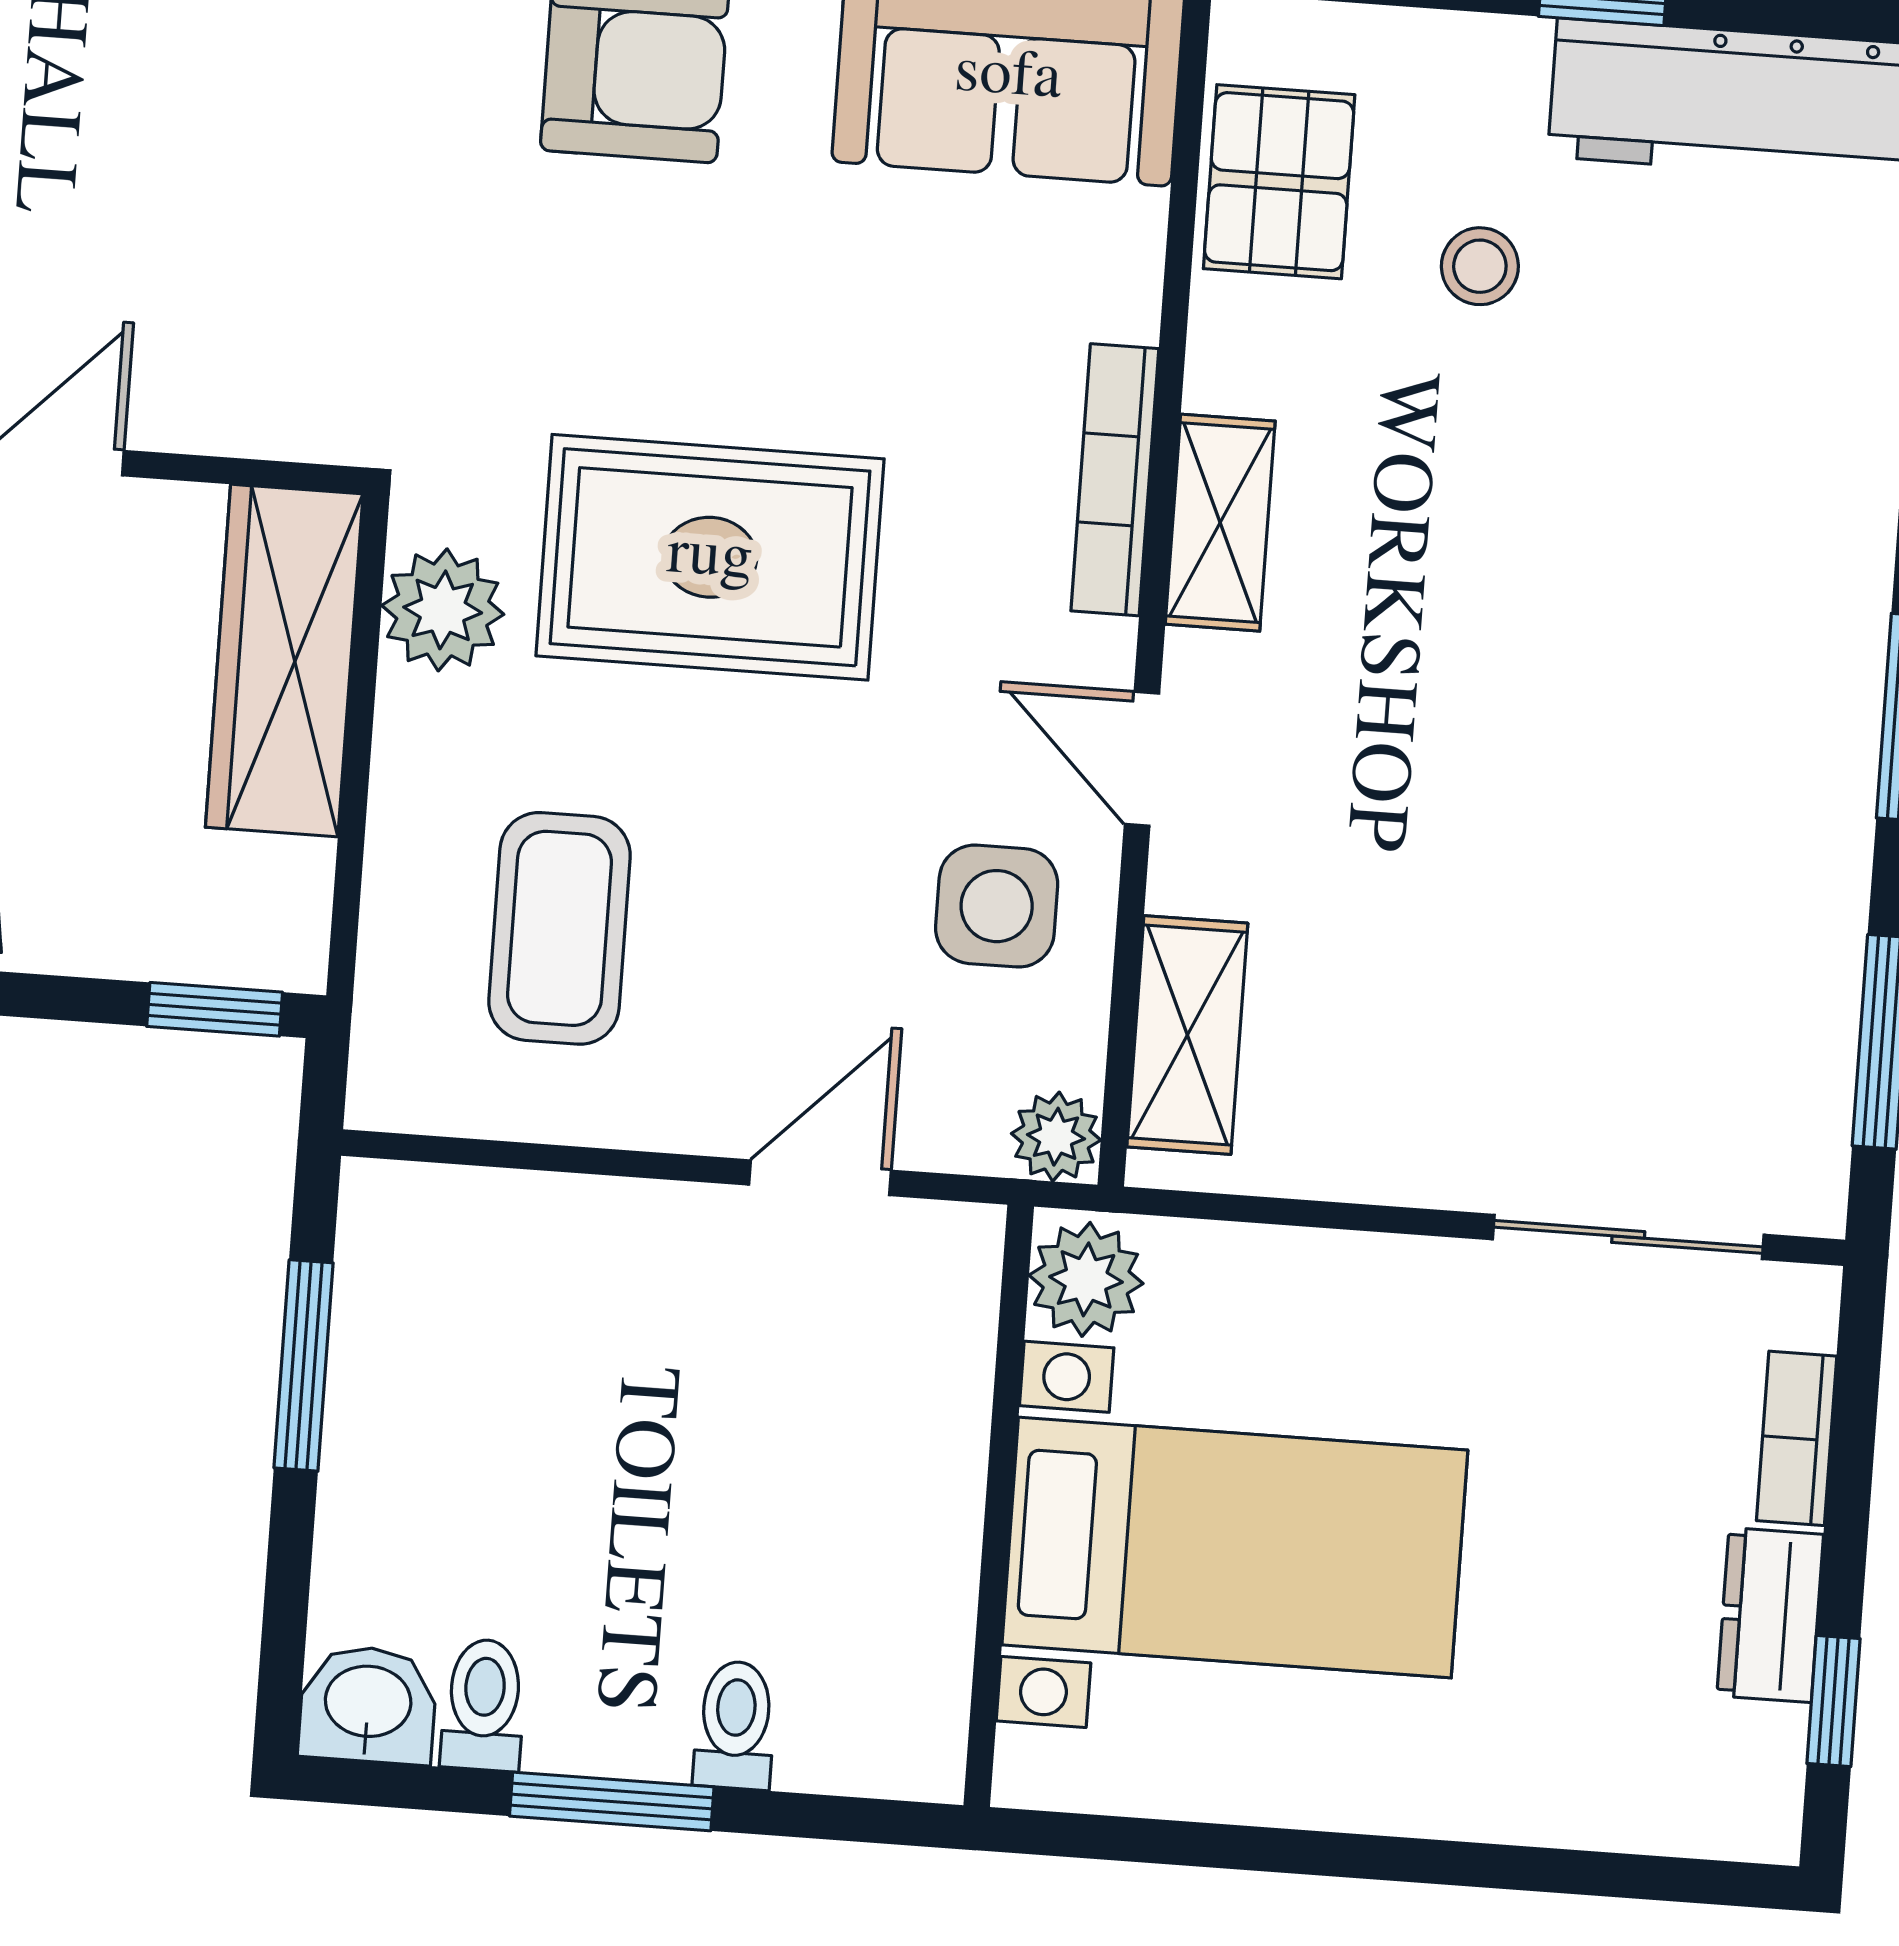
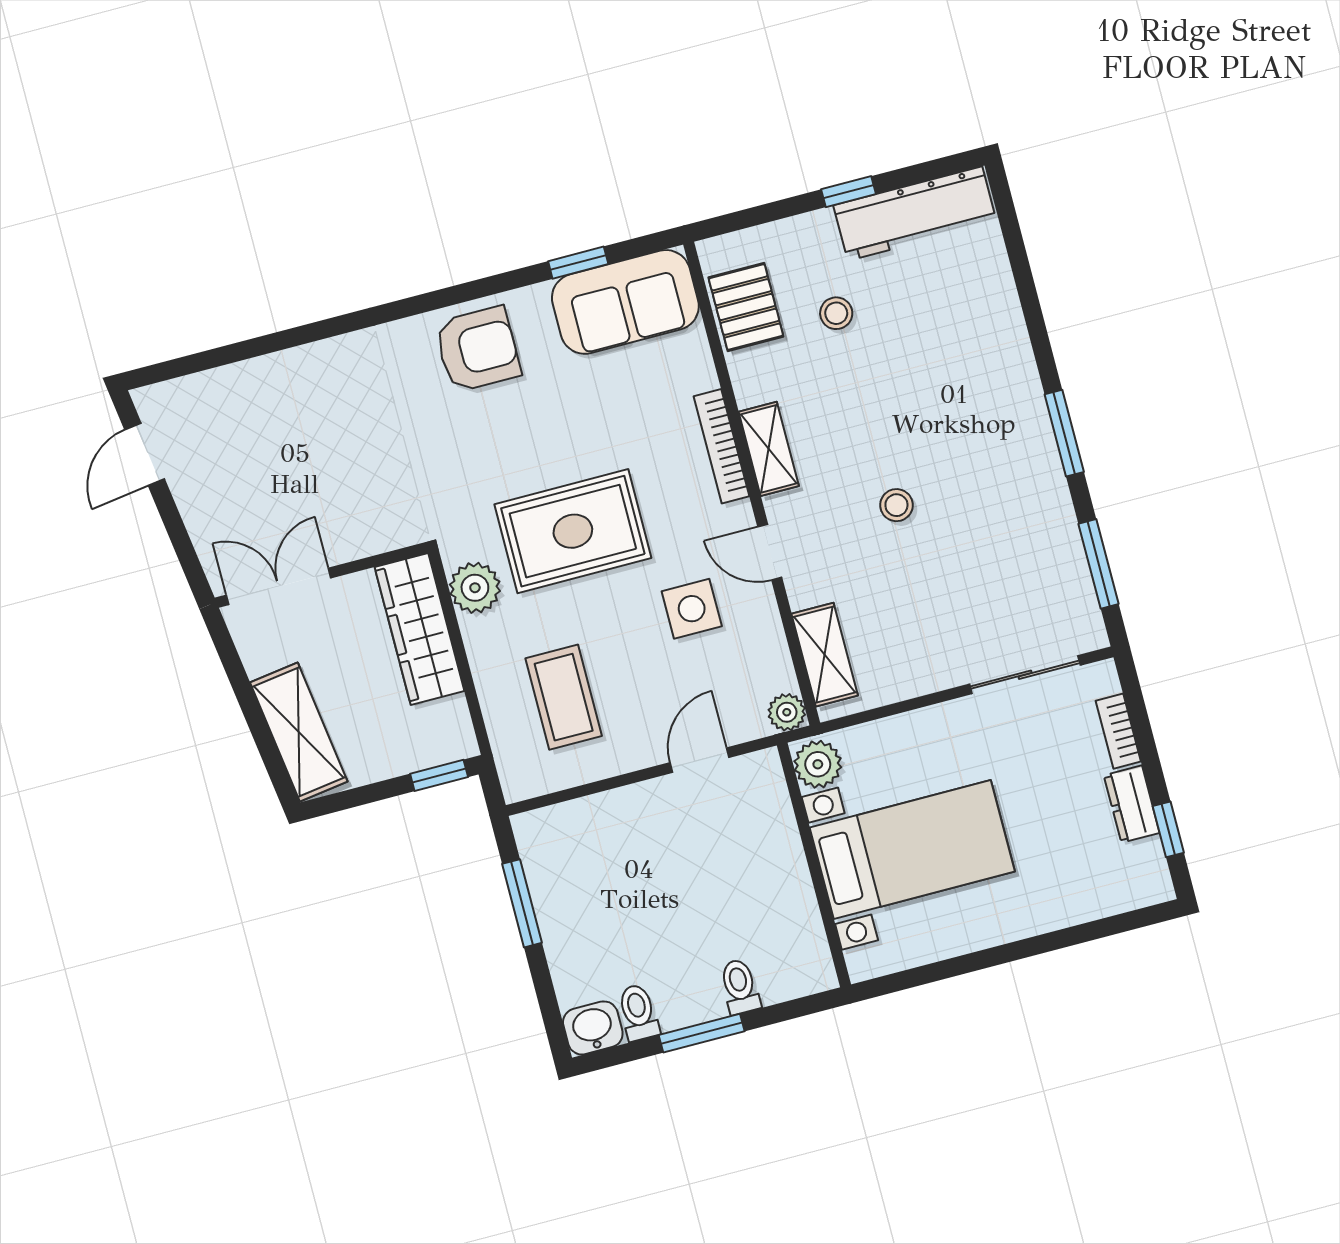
stool: (1468, 750) -> (896, 505), added
side table: (997, 906) -> (692, 609), moved

